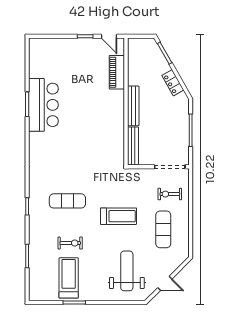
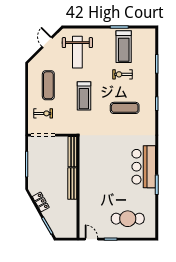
cafe table: (64, 62) -> (128, 219), added
piano: (117, 72) -> (85, 210), removed
bar counter: (43, 105) -> (144, 167), moved
treadmill: (119, 216) -> (84, 96), turned -90
door: (165, 283) -> (47, 42), hinge flipped

